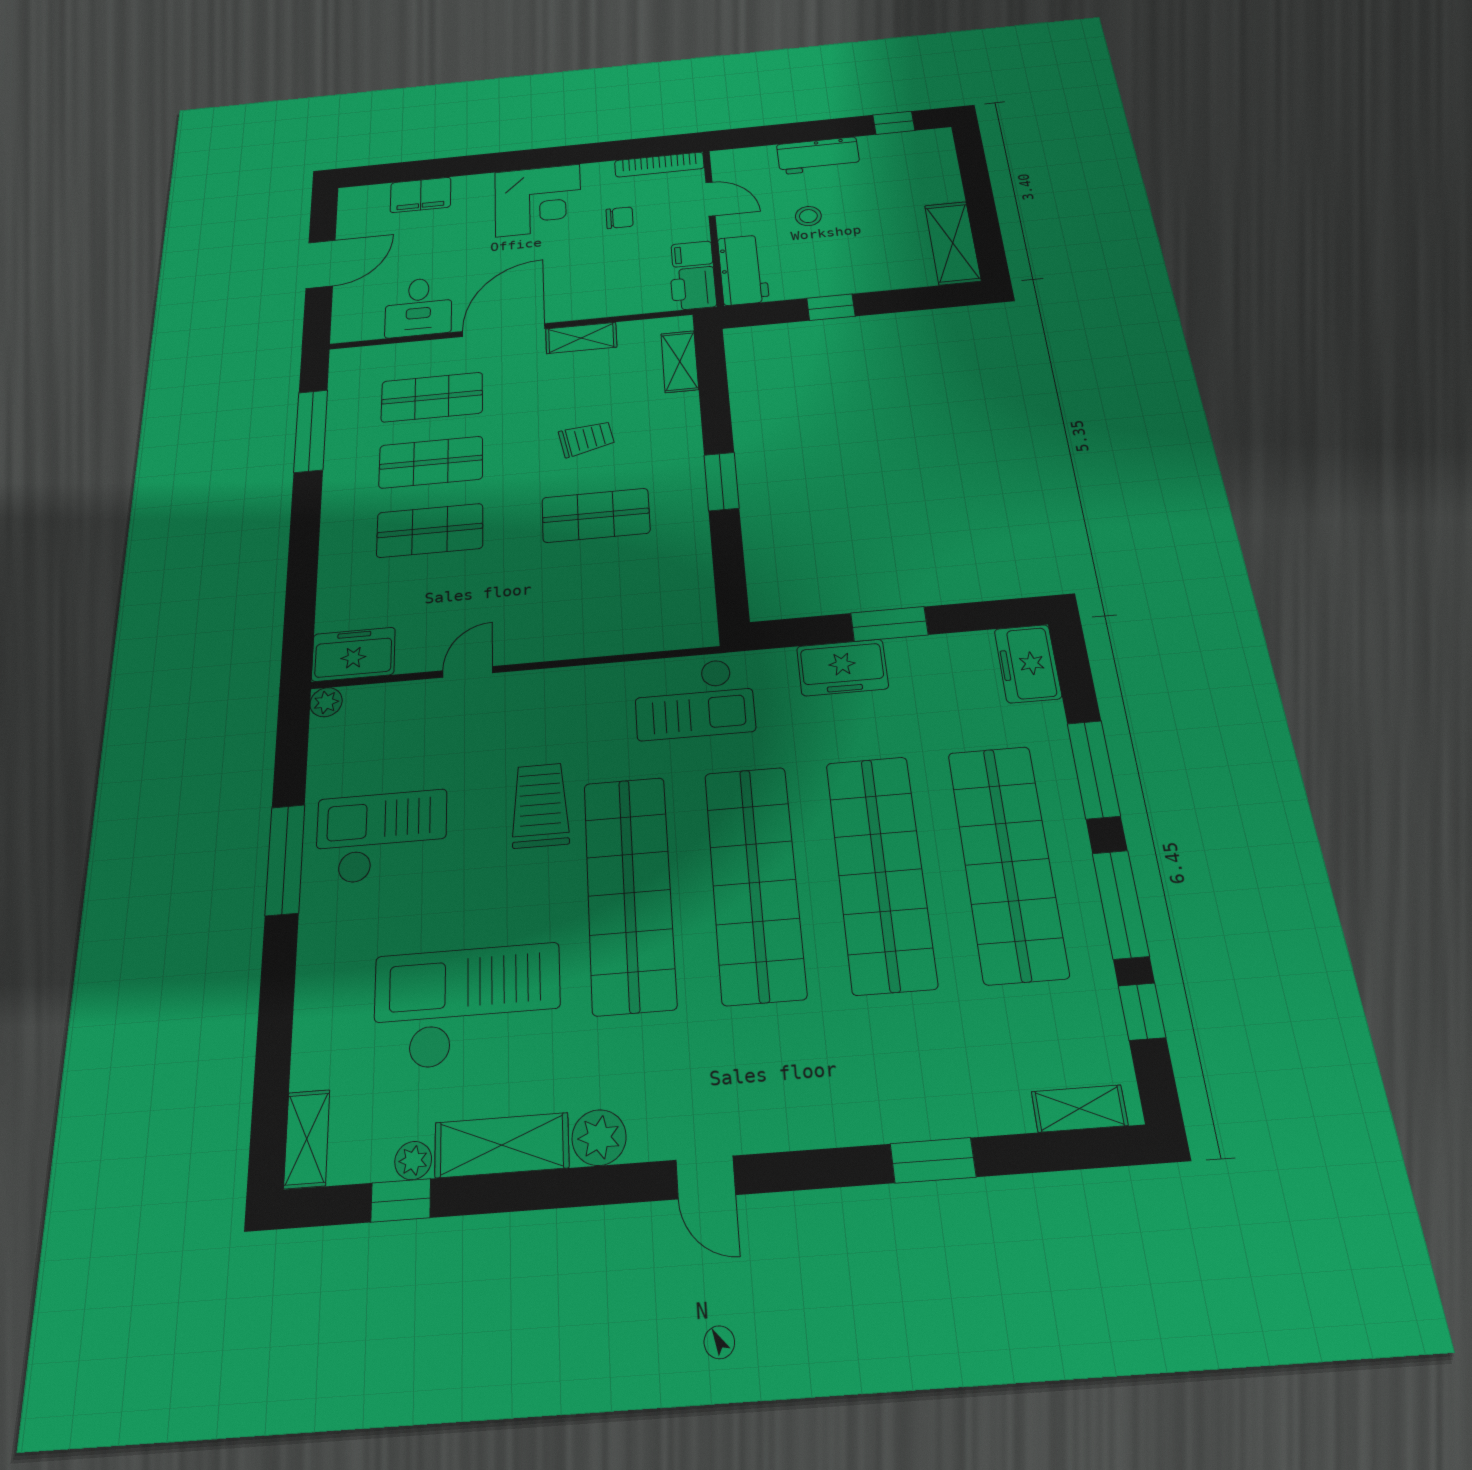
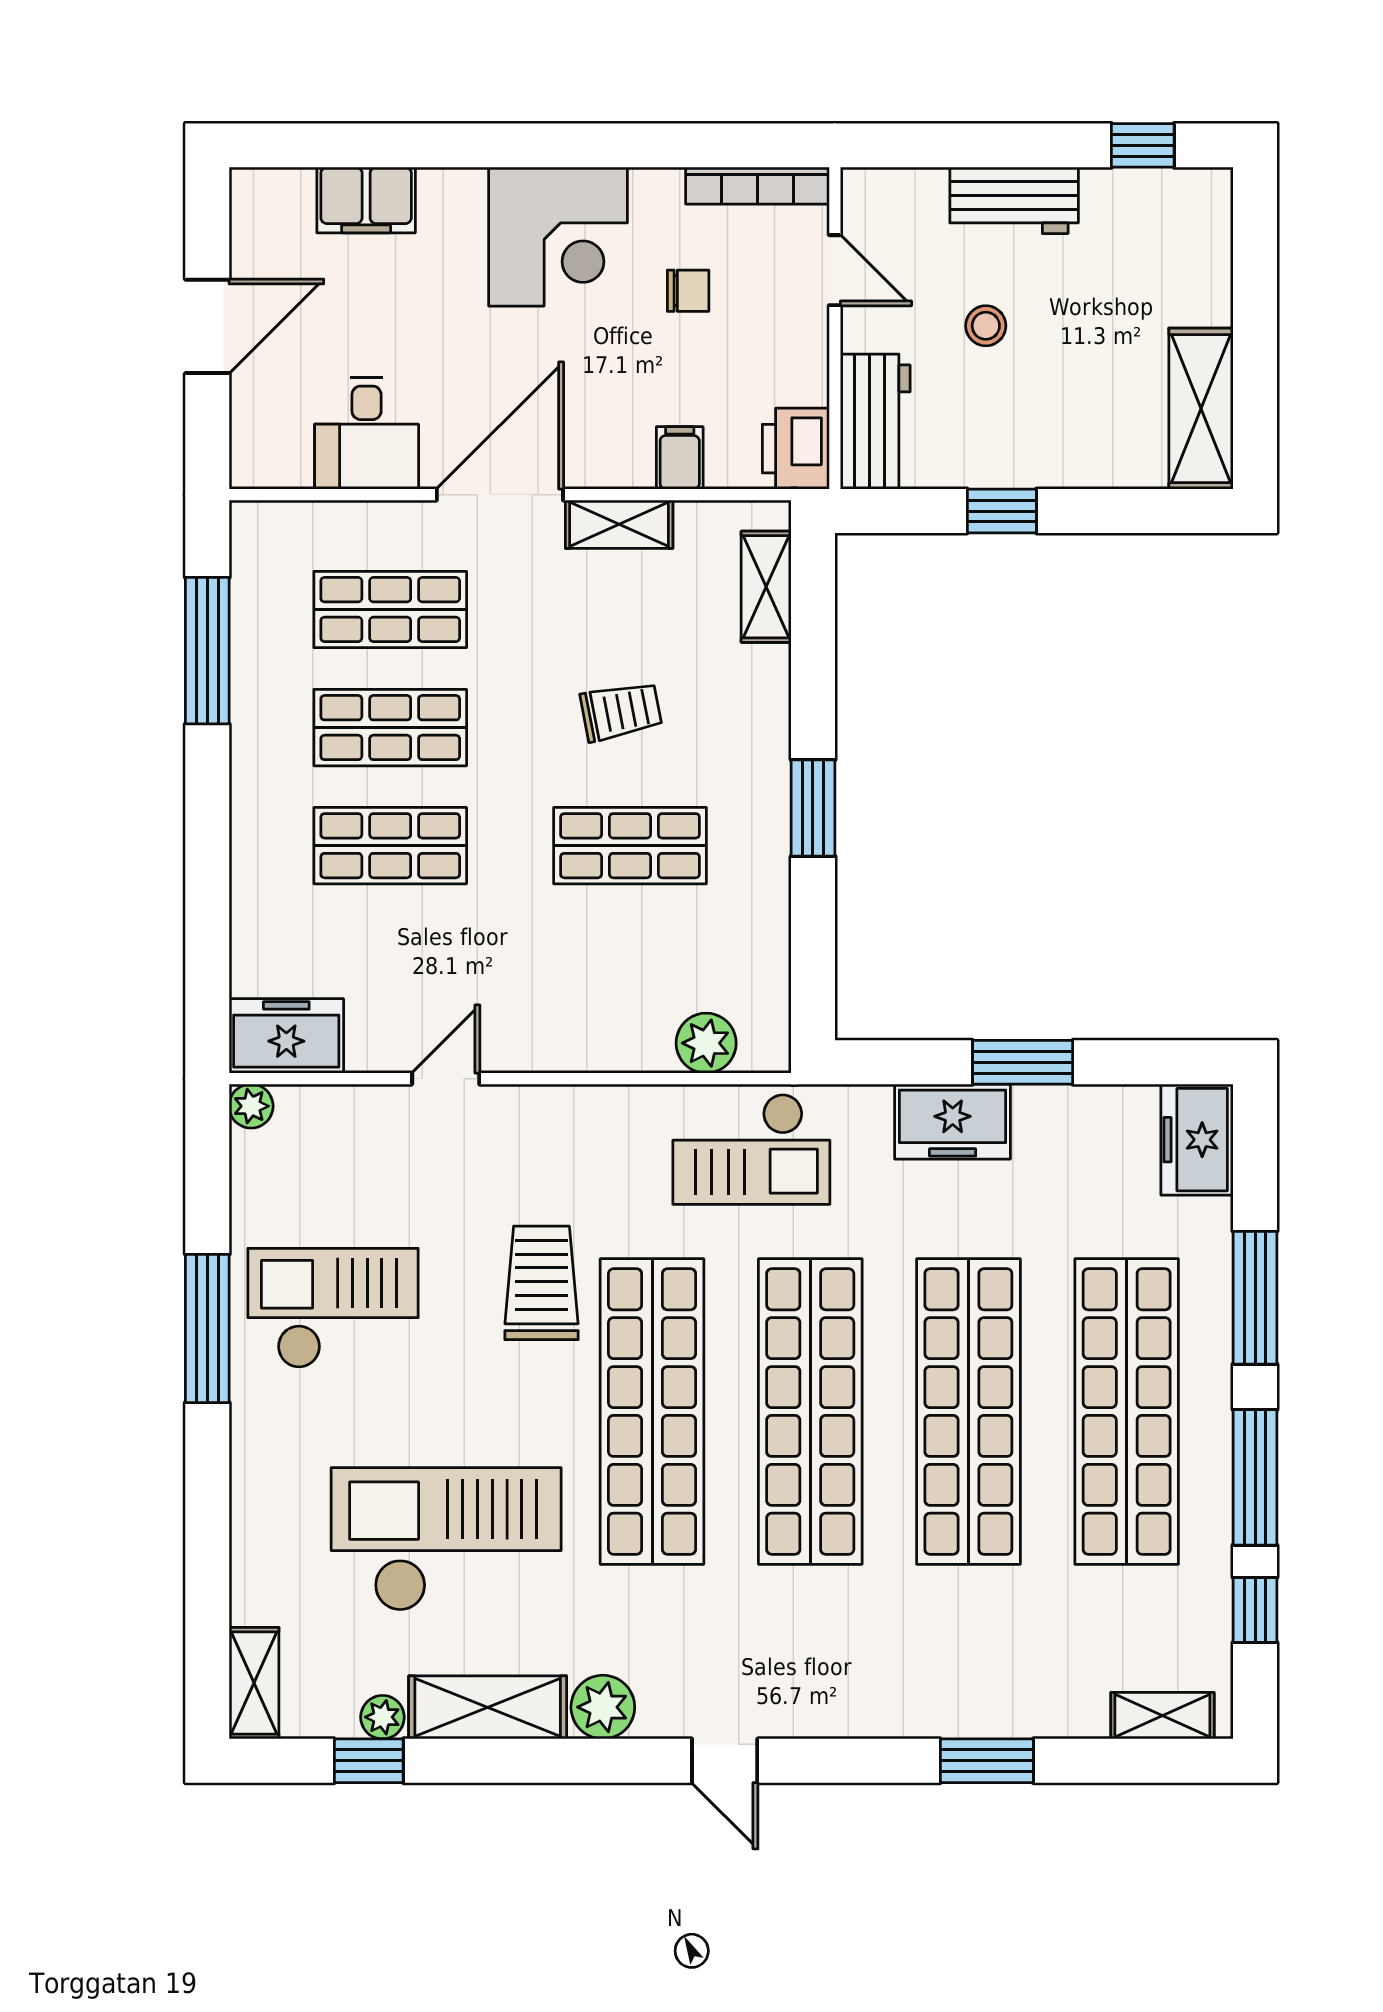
filing cabinet: (692, 254) -> (680, 458), moved, turned 90
plant: (656, 632) -> (706, 1043), added

